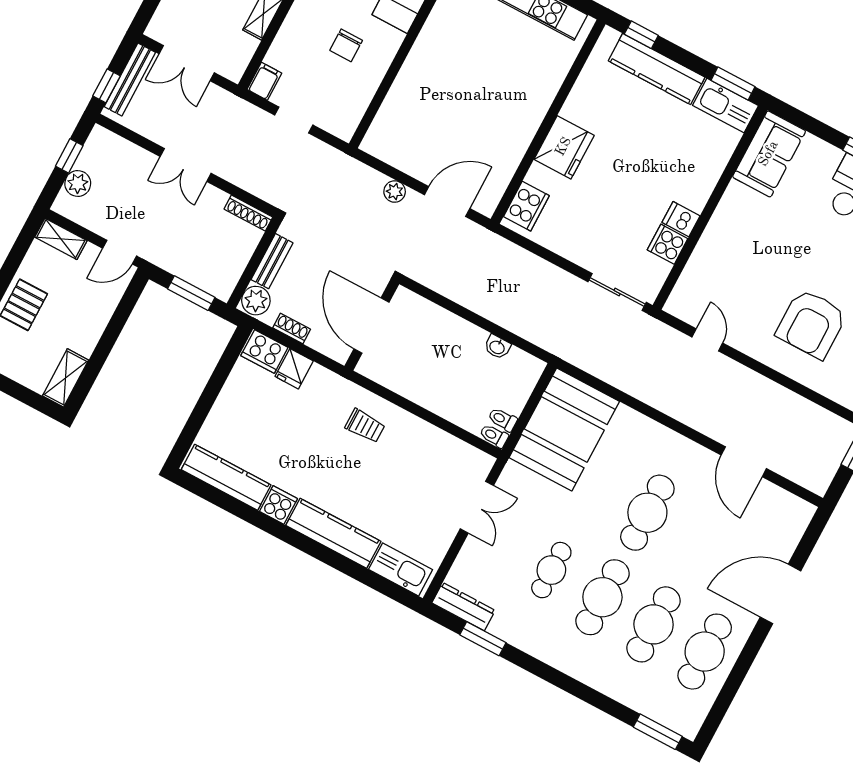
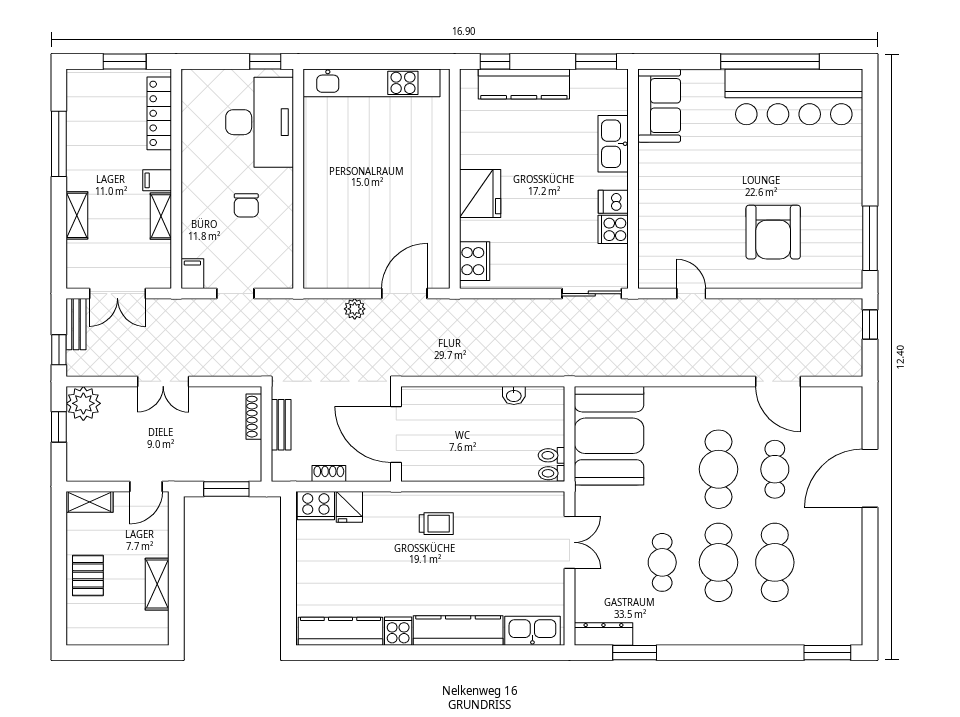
bench: (130, 80) -> (76, 324), width x0.73
kitchen sink: (726, 106) -> (613, 144), moved, turned 90
plant: (78, 183) -> (83, 403), moved, width x1.36, depth x1.36
shoe rack: (248, 213) -> (254, 417), moved, turned 90
plant: (256, 301) -> (285, 466), removed
shelving: (66, 378) -> (157, 584), moved
cafe table: (705, 652) -> (775, 469), moved, width x0.73, depth x0.74

